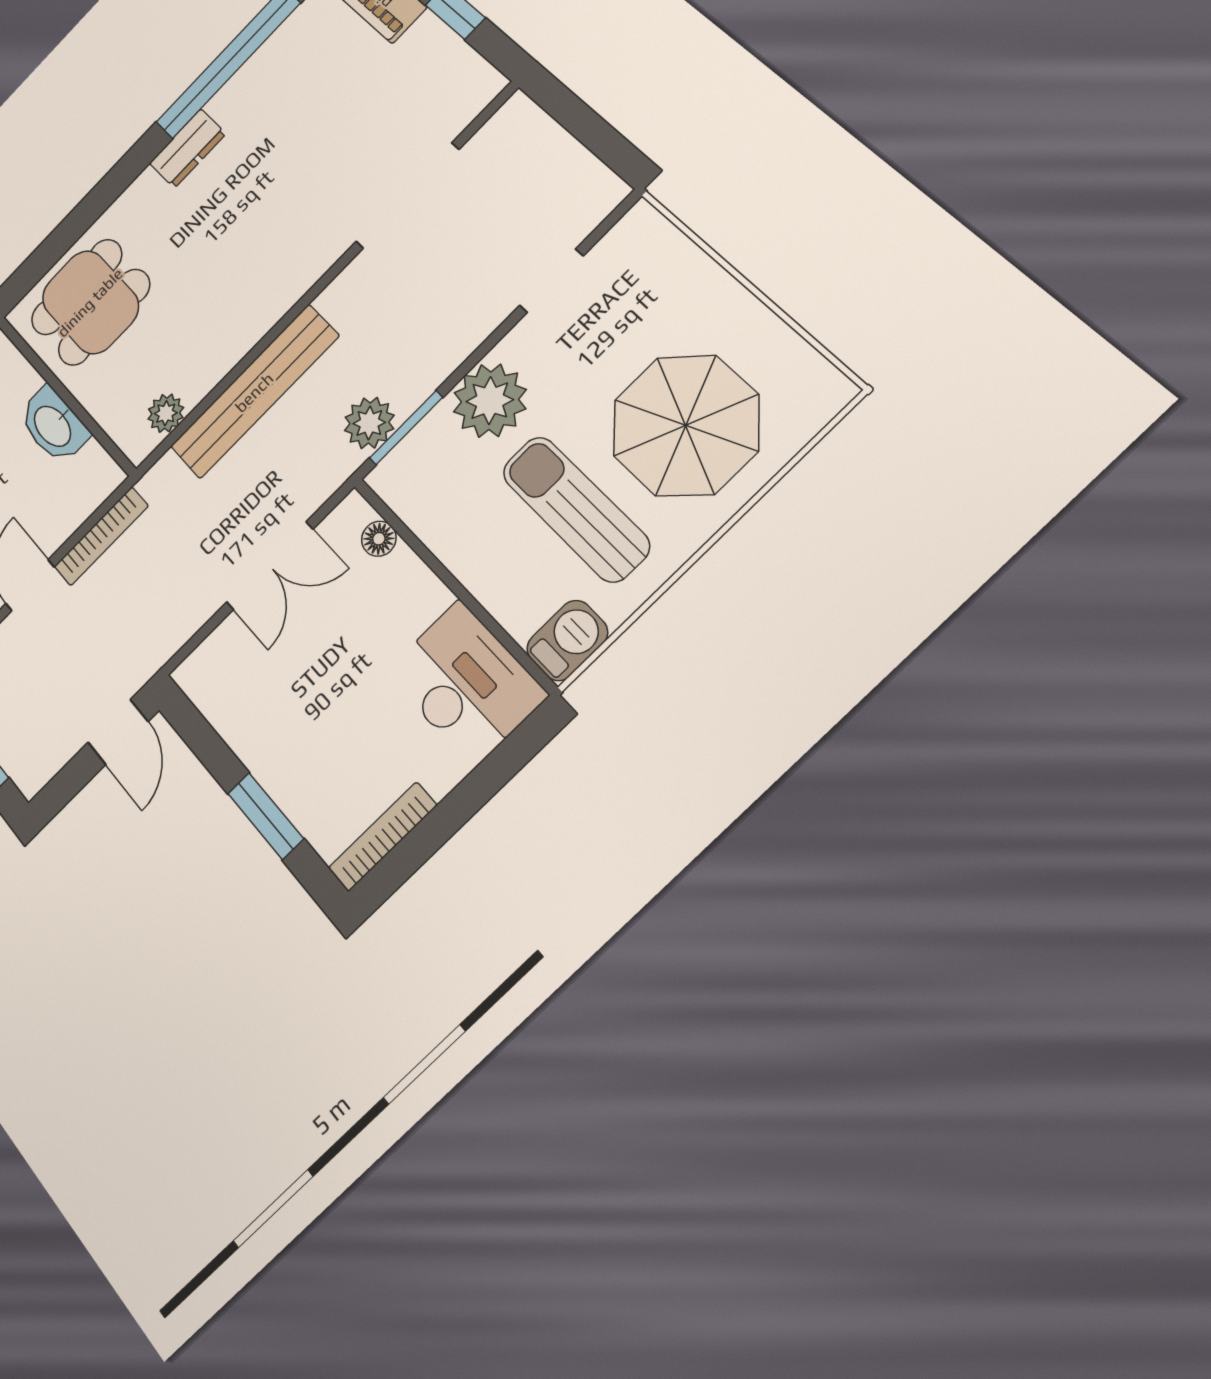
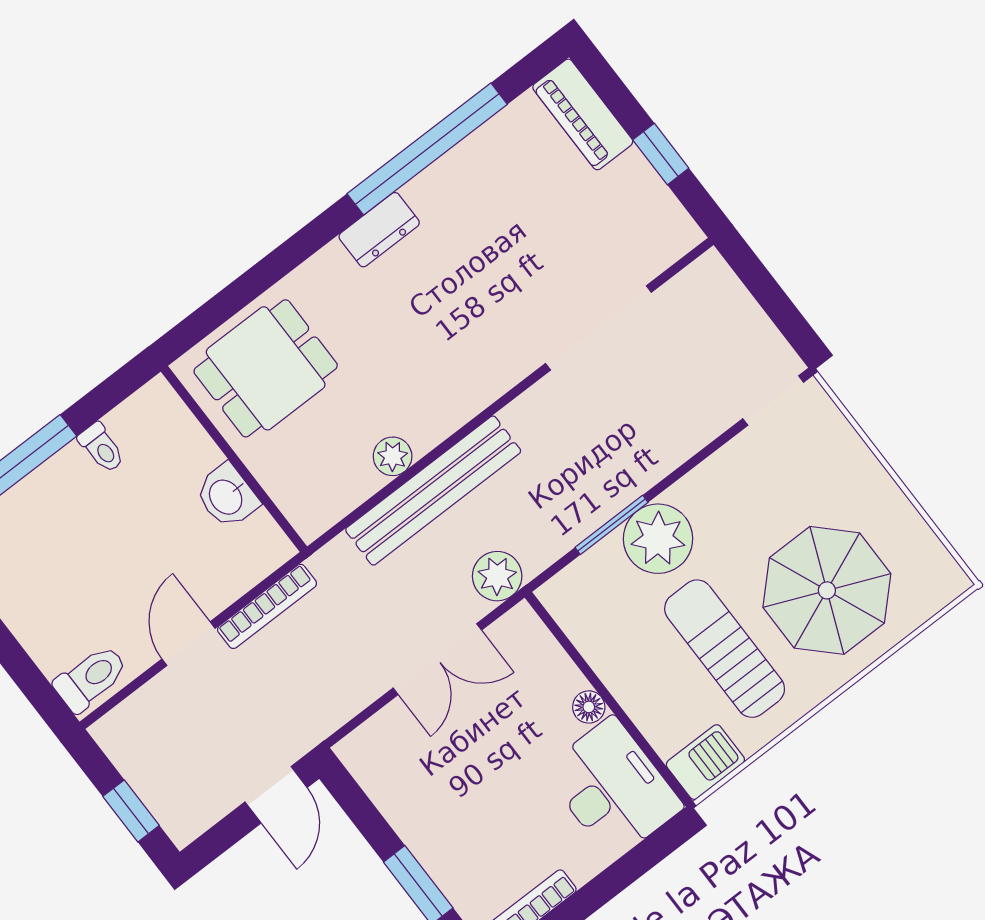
doorway: (551, 281) -> (773, 400), moved
plant: (166, 413) -> (393, 456), moved
plant: (369, 423) -> (497, 576), moved
washbasin: (53, 425) -> (227, 496), width x0.72
window: (406, 428) -> (612, 525), moved
floor lamp: (379, 539) -> (589, 707), moved

